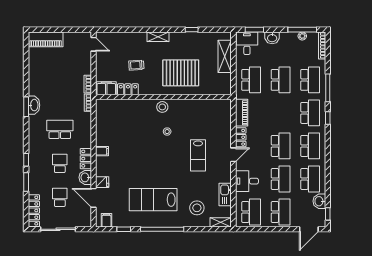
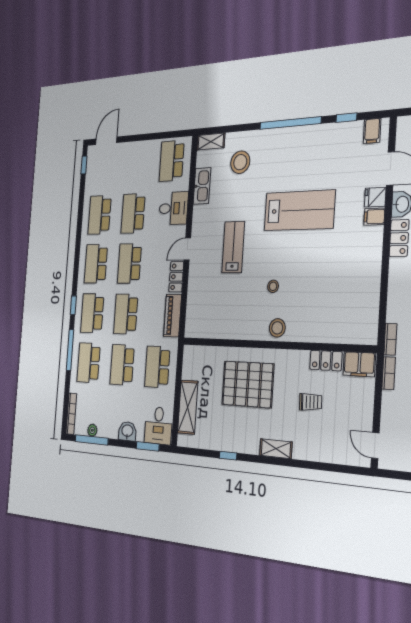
filing cabinet: (102, 151) -> (374, 217), moved
lab bench: (153, 200) -> (299, 210), moved
washbasin: (319, 201) -> (92, 183), removed
school desk: (281, 212) -> (126, 314), moved

